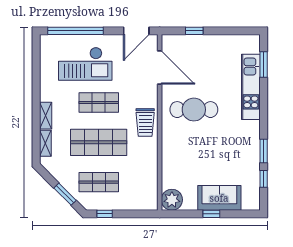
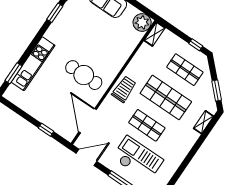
shelving: (46, 116) -> (155, 34), moved
window: (65, 194) -> (217, 90), moved

